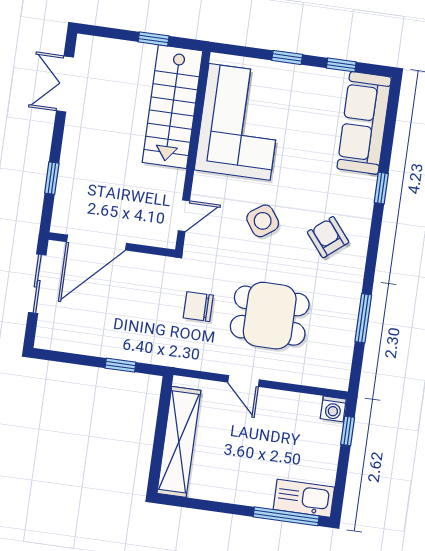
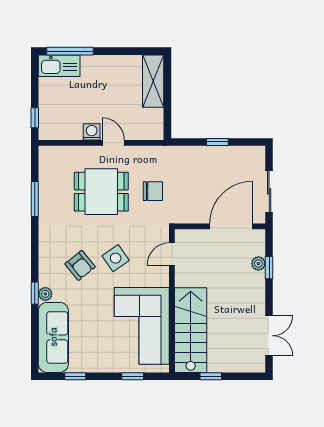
window: (287, 57) -> (133, 376), moved
plant: (367, 185) -> (45, 294), added
plant: (66, 186) -> (258, 264), added
armchair: (328, 237) -> (80, 265), moved
window: (120, 365) -> (217, 142), moved
washing machine: (333, 409) -> (92, 132), moved
shelving: (179, 442) -> (153, 81), width x0.68

